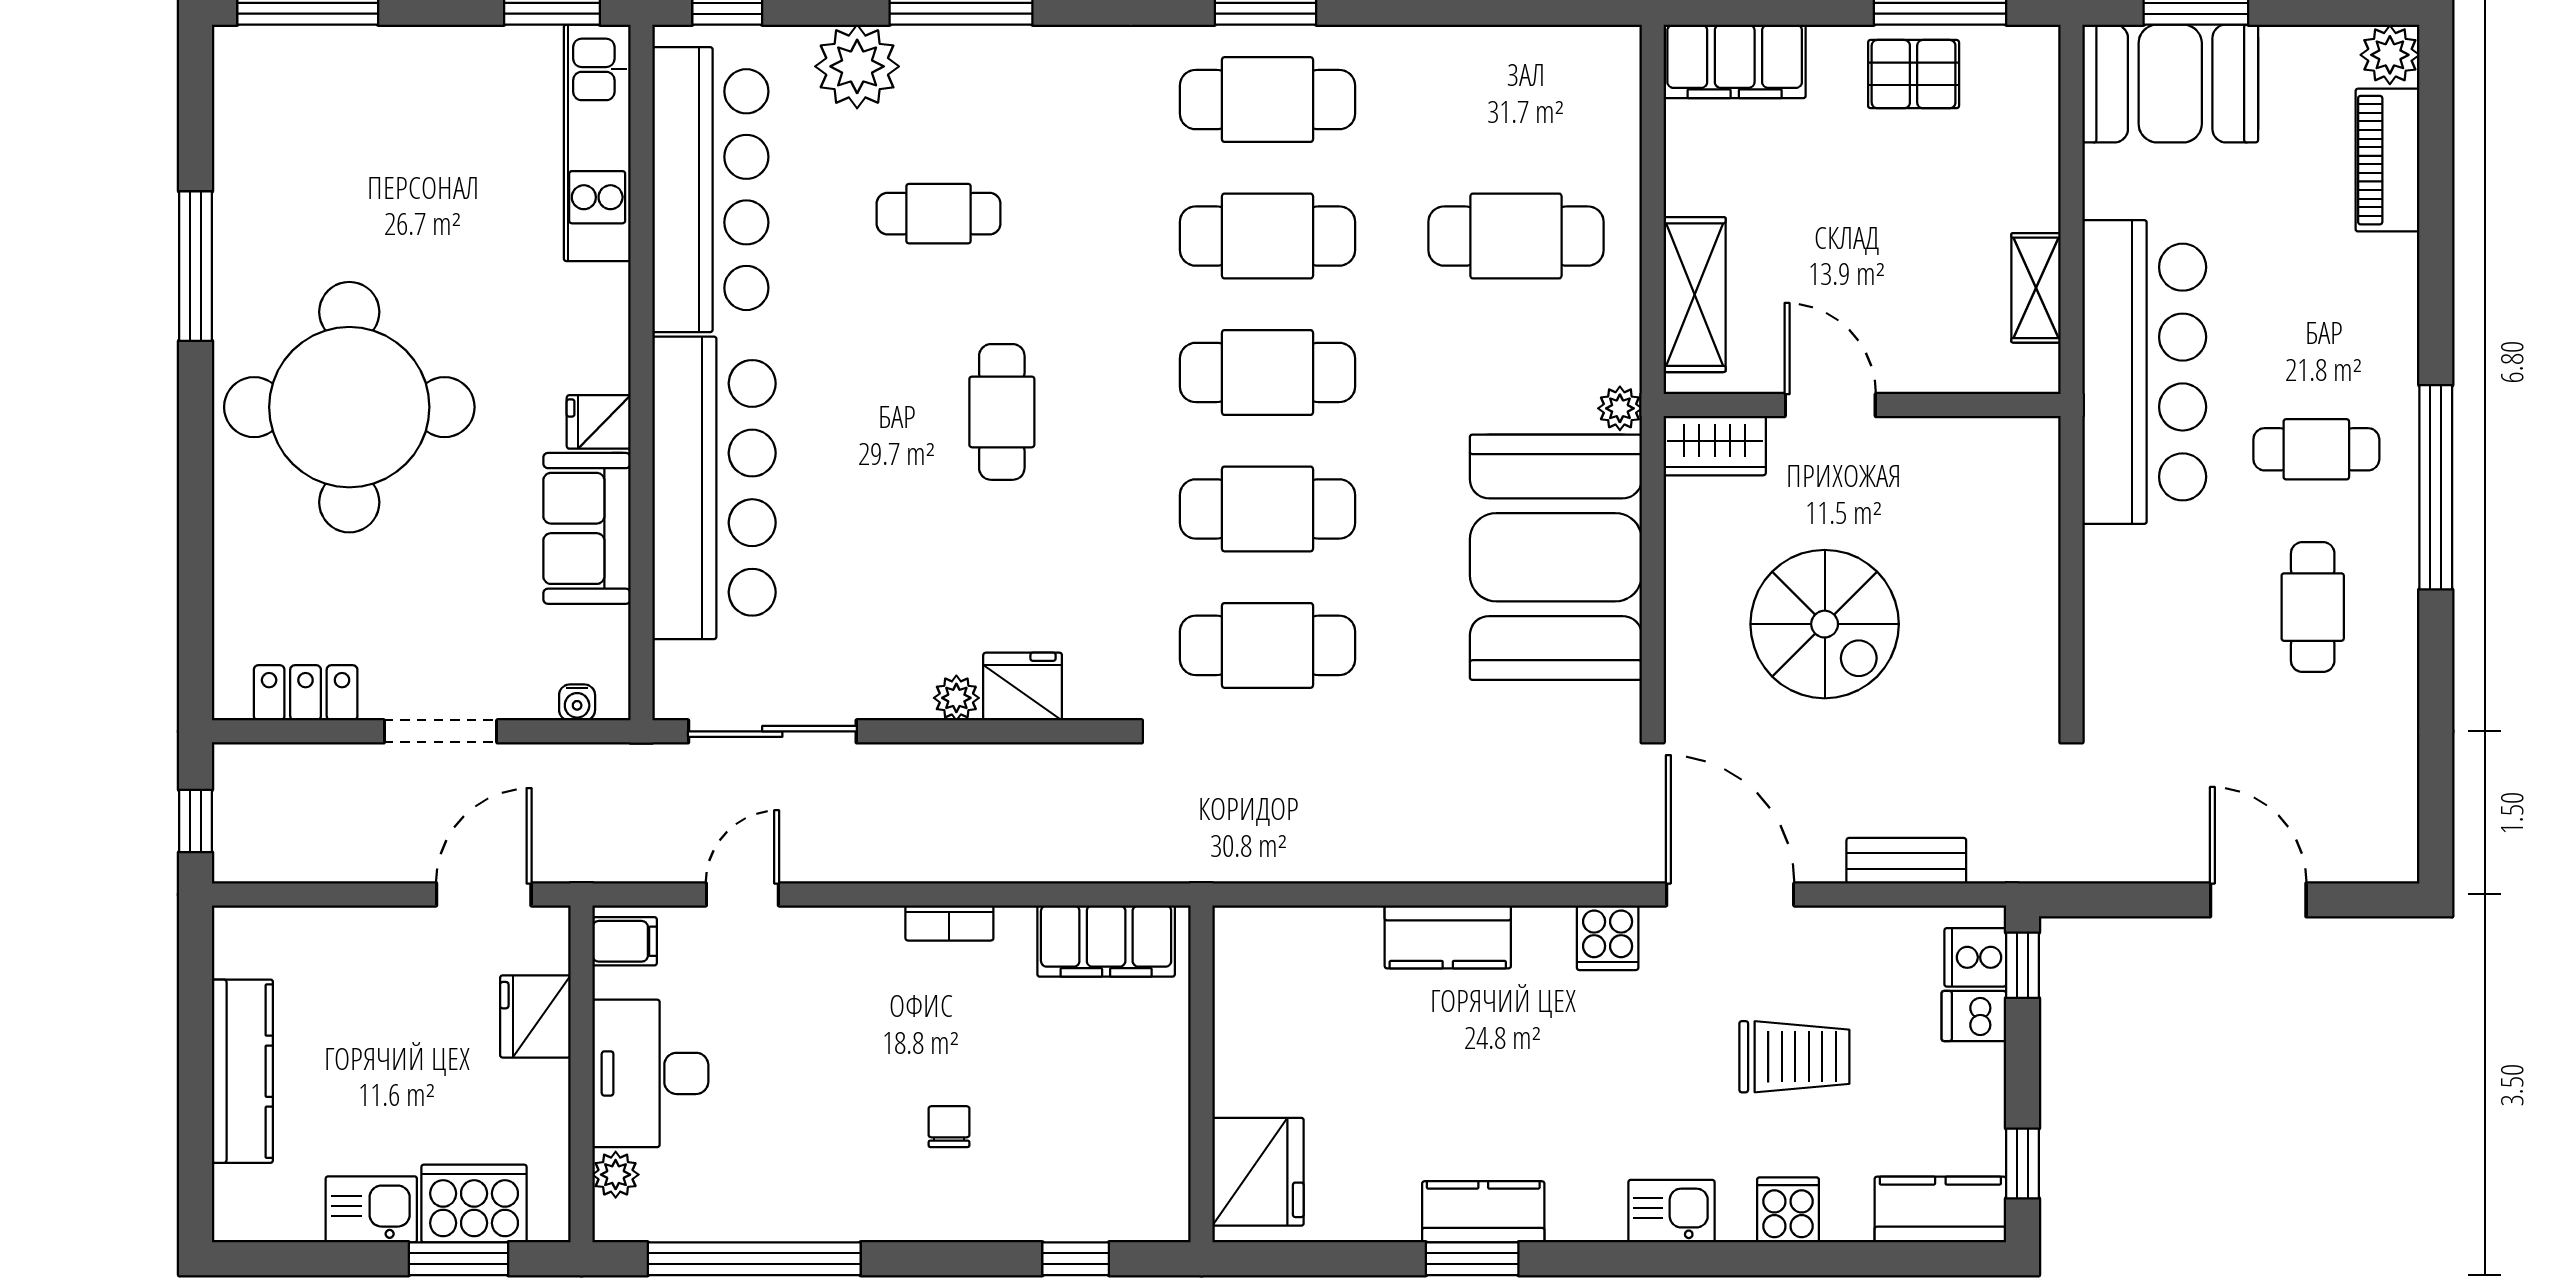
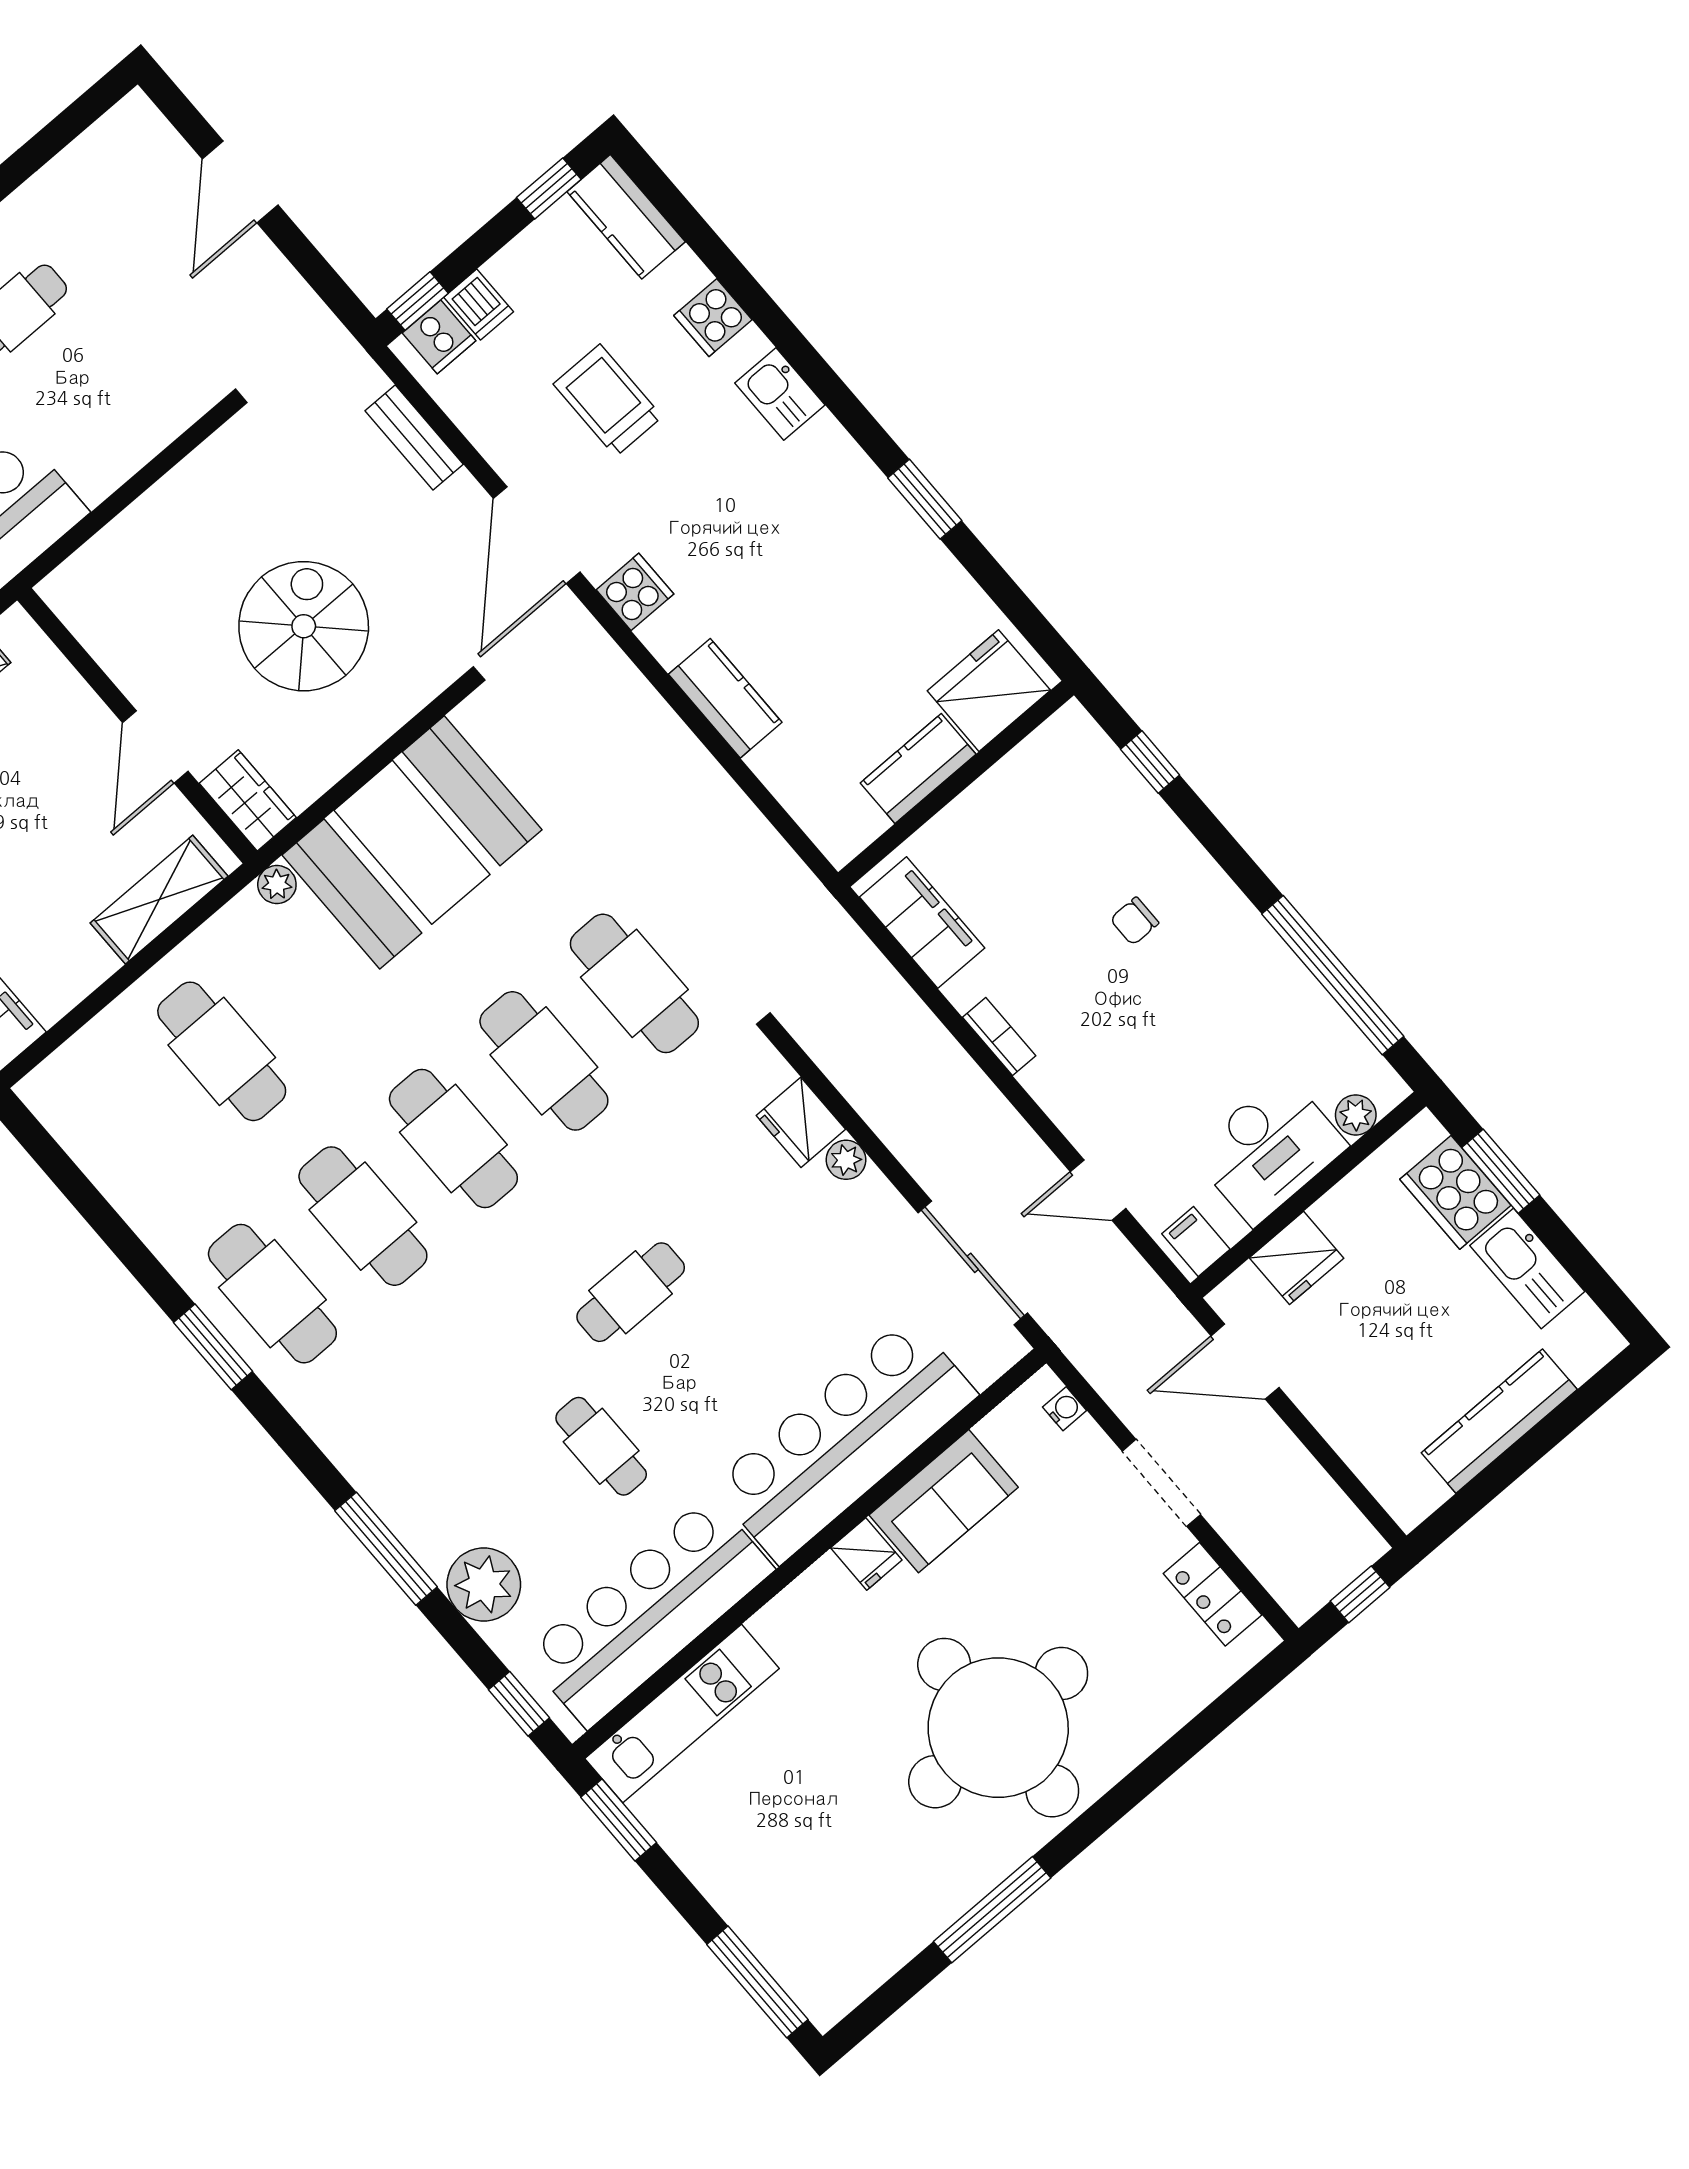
cafe table: (939, 214) -> (601, 1446), moved
kitchen sink: (371, 1209) -> (1527, 1268), width x1.38
kitchen counter: (1483, 1212) -> (918, 769), moved, turned 90

